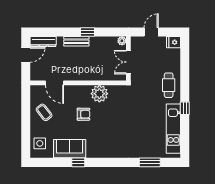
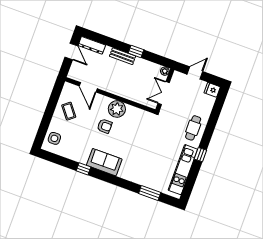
door: (26, 55) -> (71, 51), hinge flipped
plant: (99, 94) -> (117, 109), moved
sofa: (70, 149) -> (104, 162), moved

